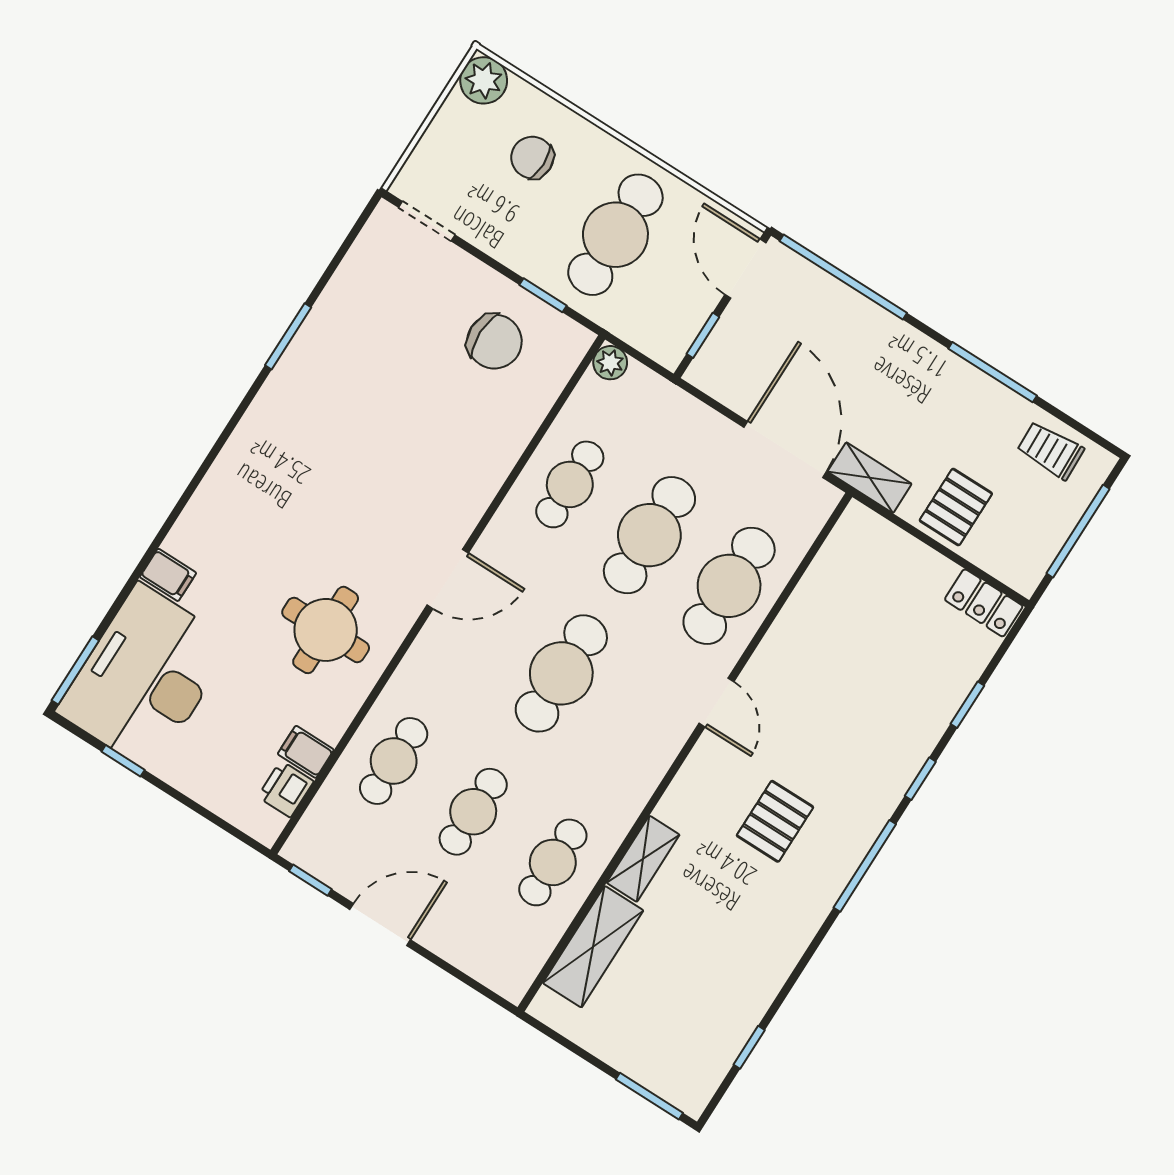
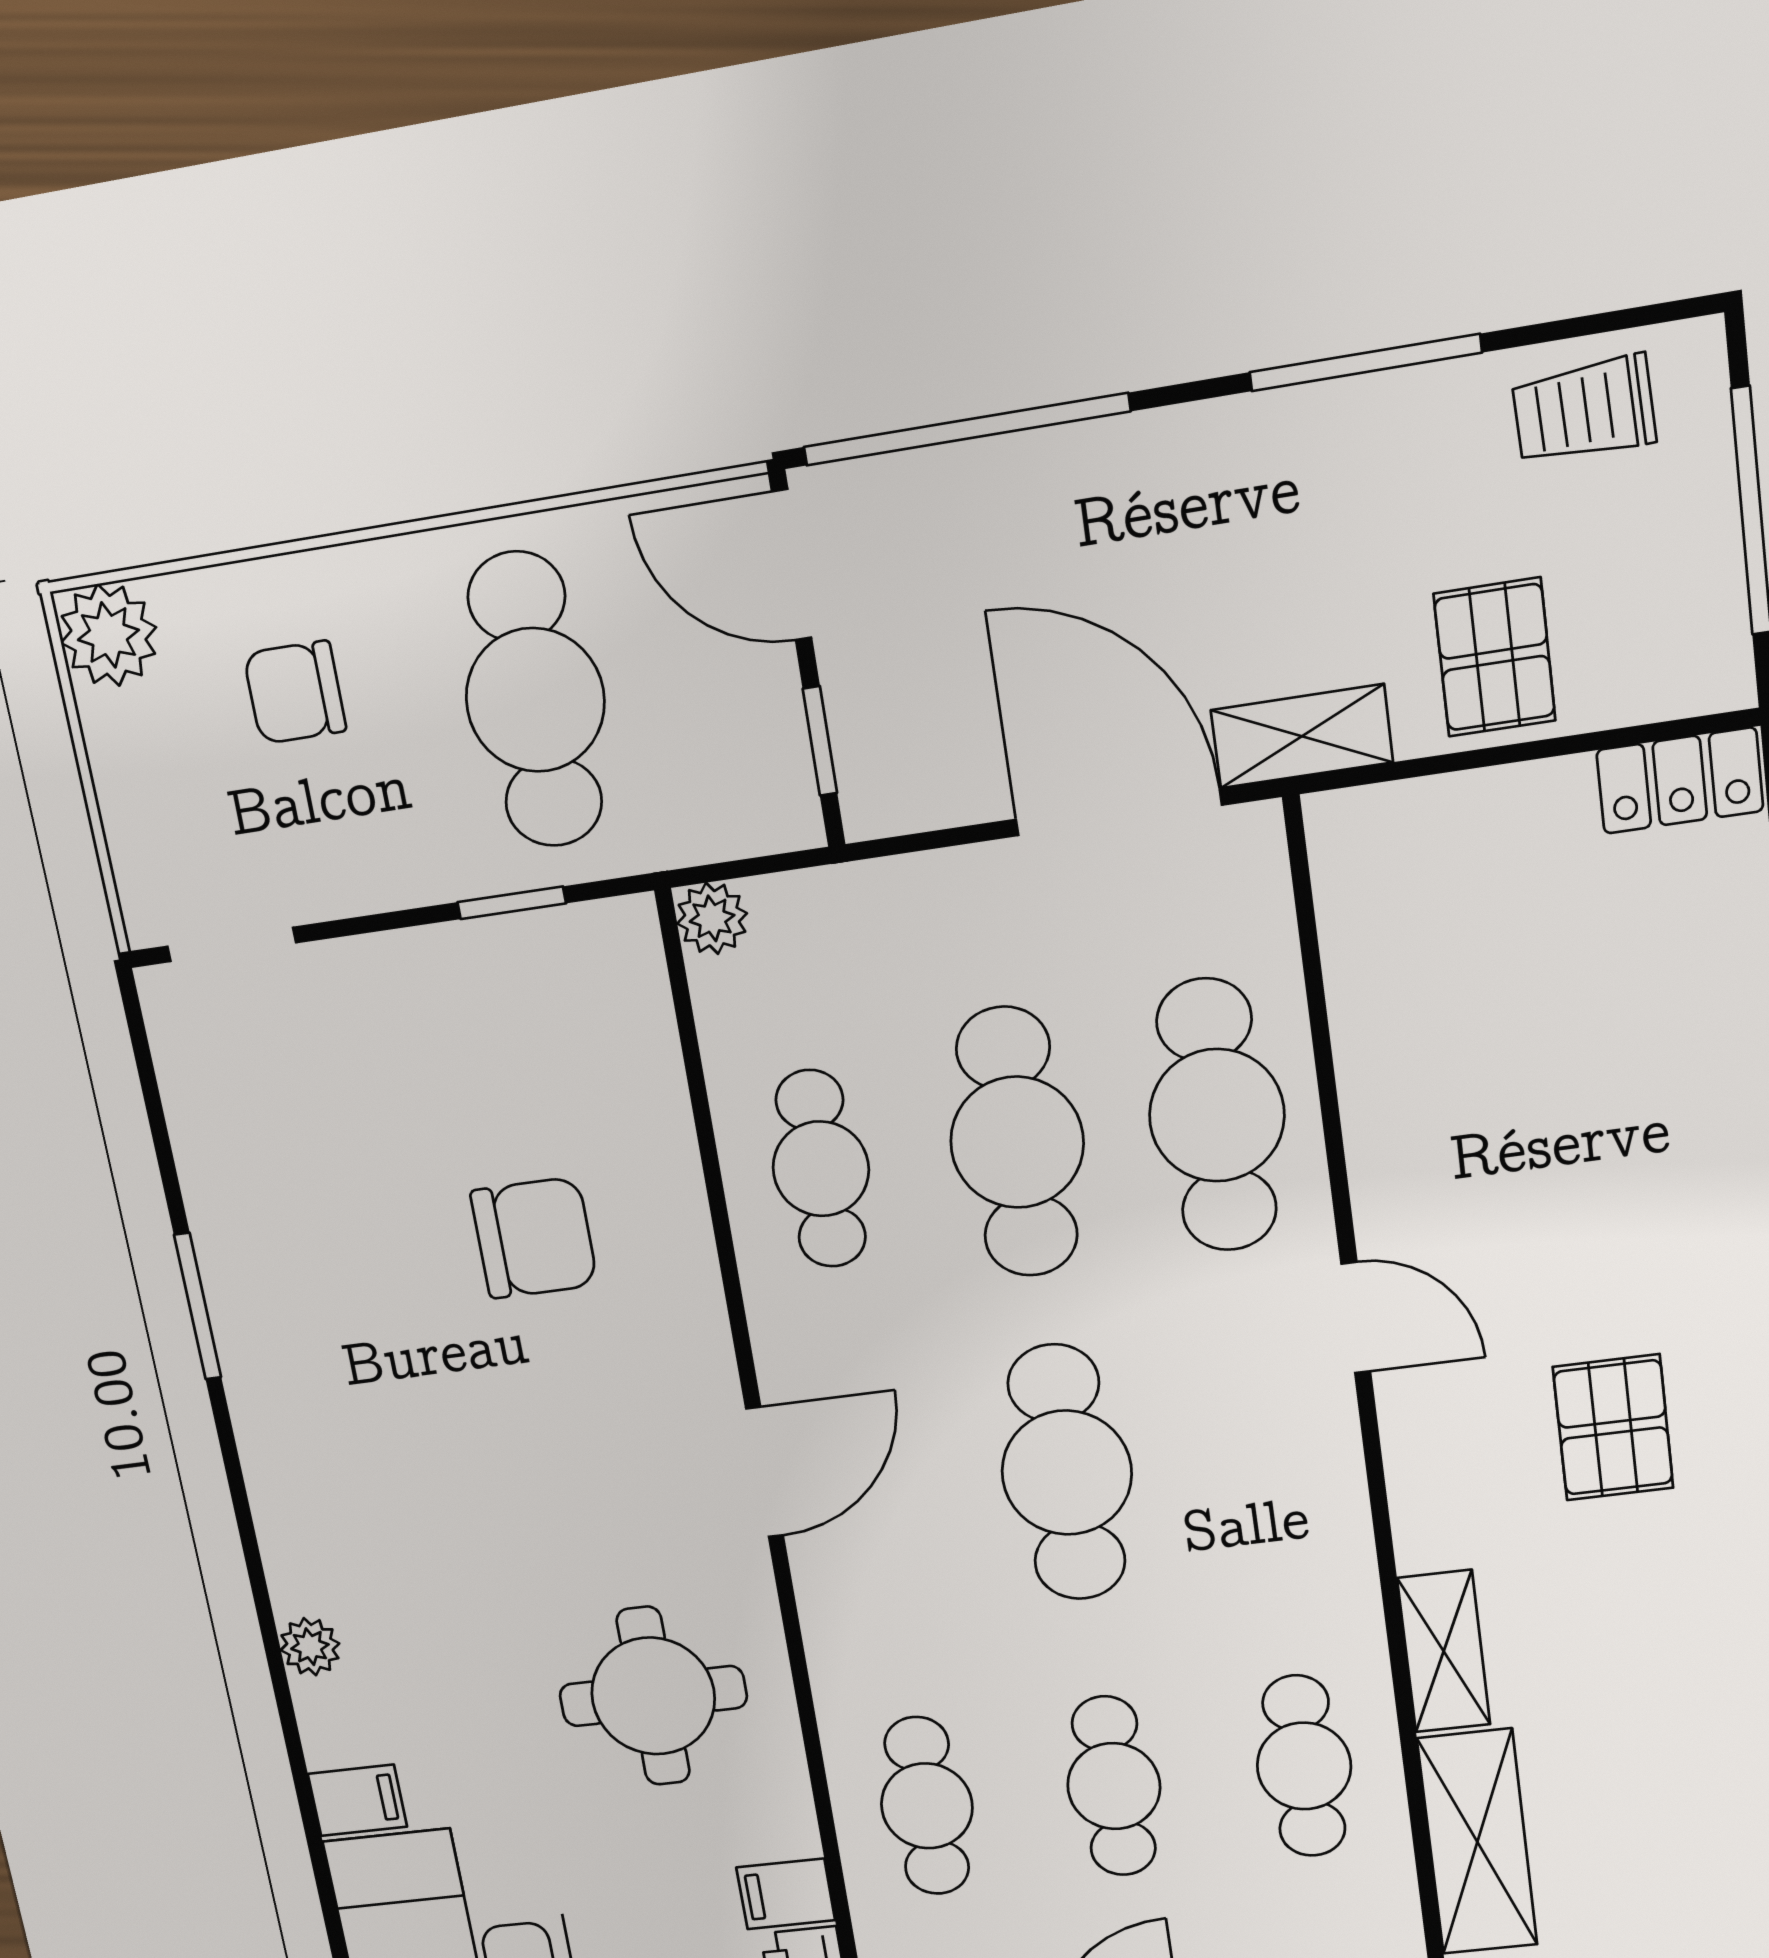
chair: (494, 342) -> (534, 1238), moved
plant: (207, 499) -> (310, 1647), added

